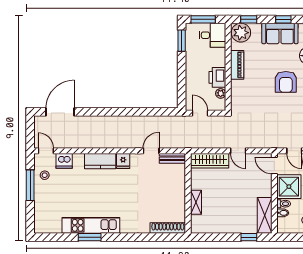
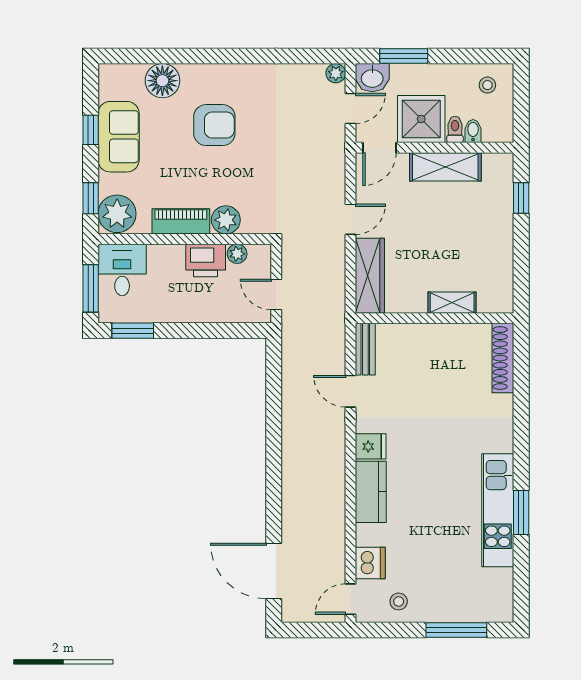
plant: (238, 88) -> (226, 220), added
door: (200, 113) -> (276, 295), hinge flipped
window: (30, 185) -> (456, 630), moved
shelving: (265, 215) -> (445, 167), moved

